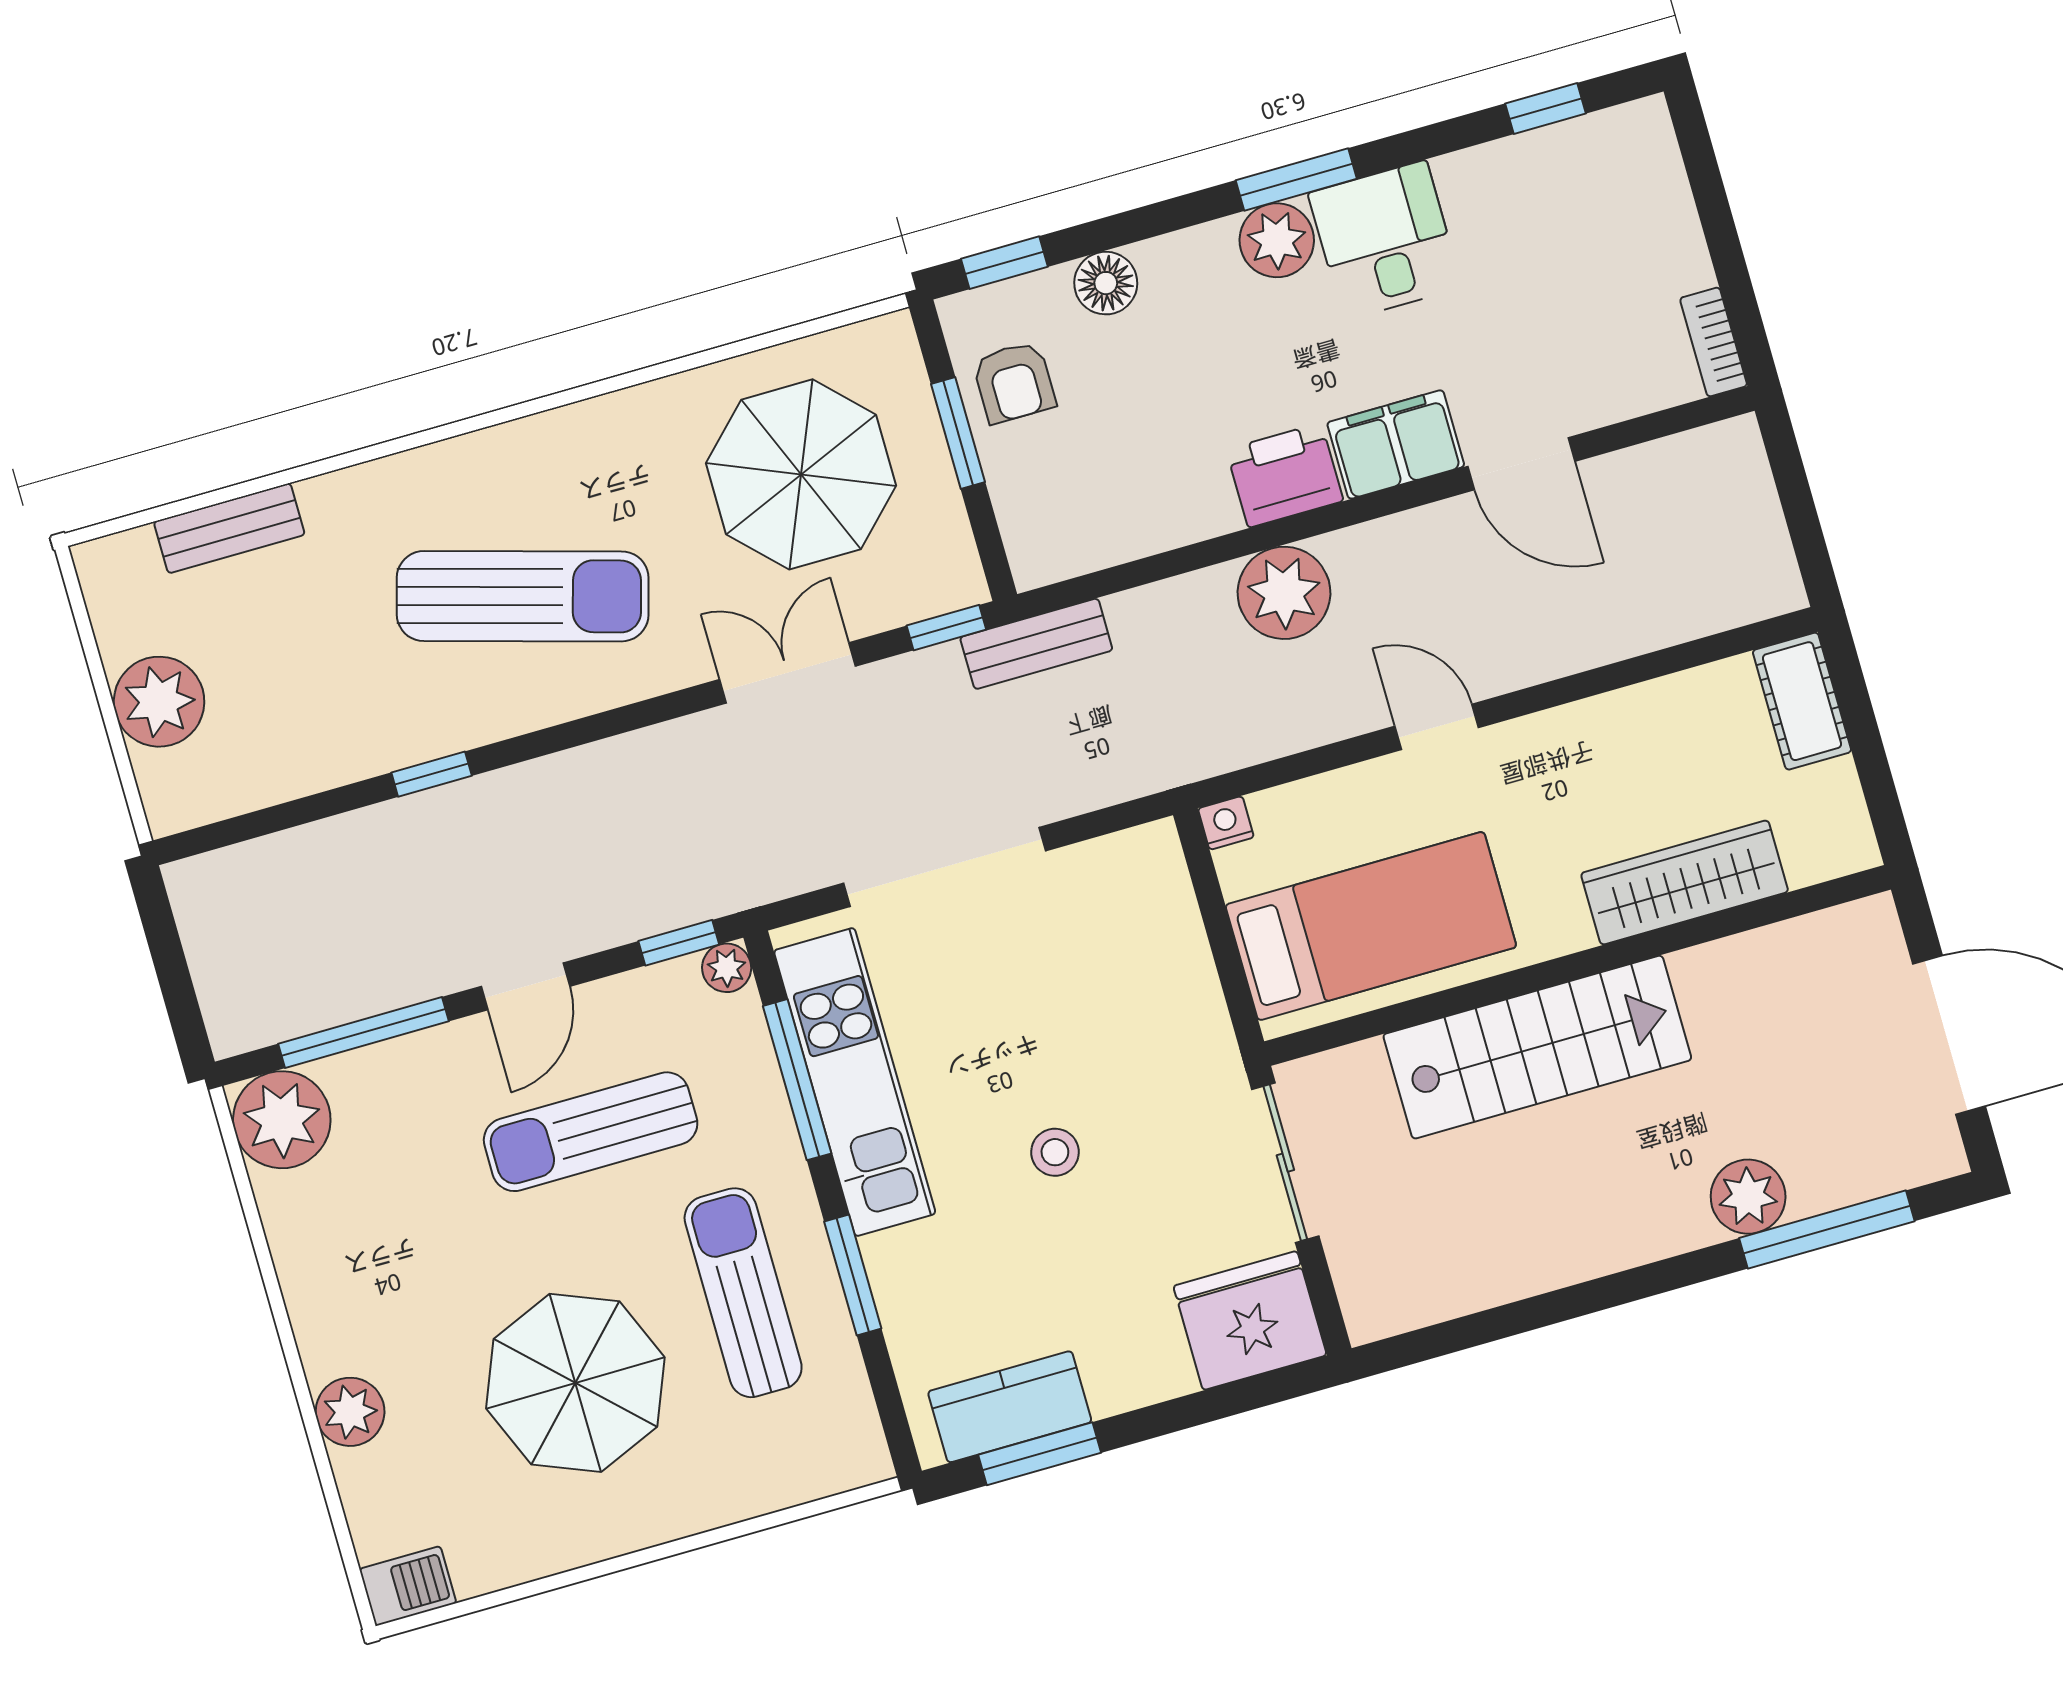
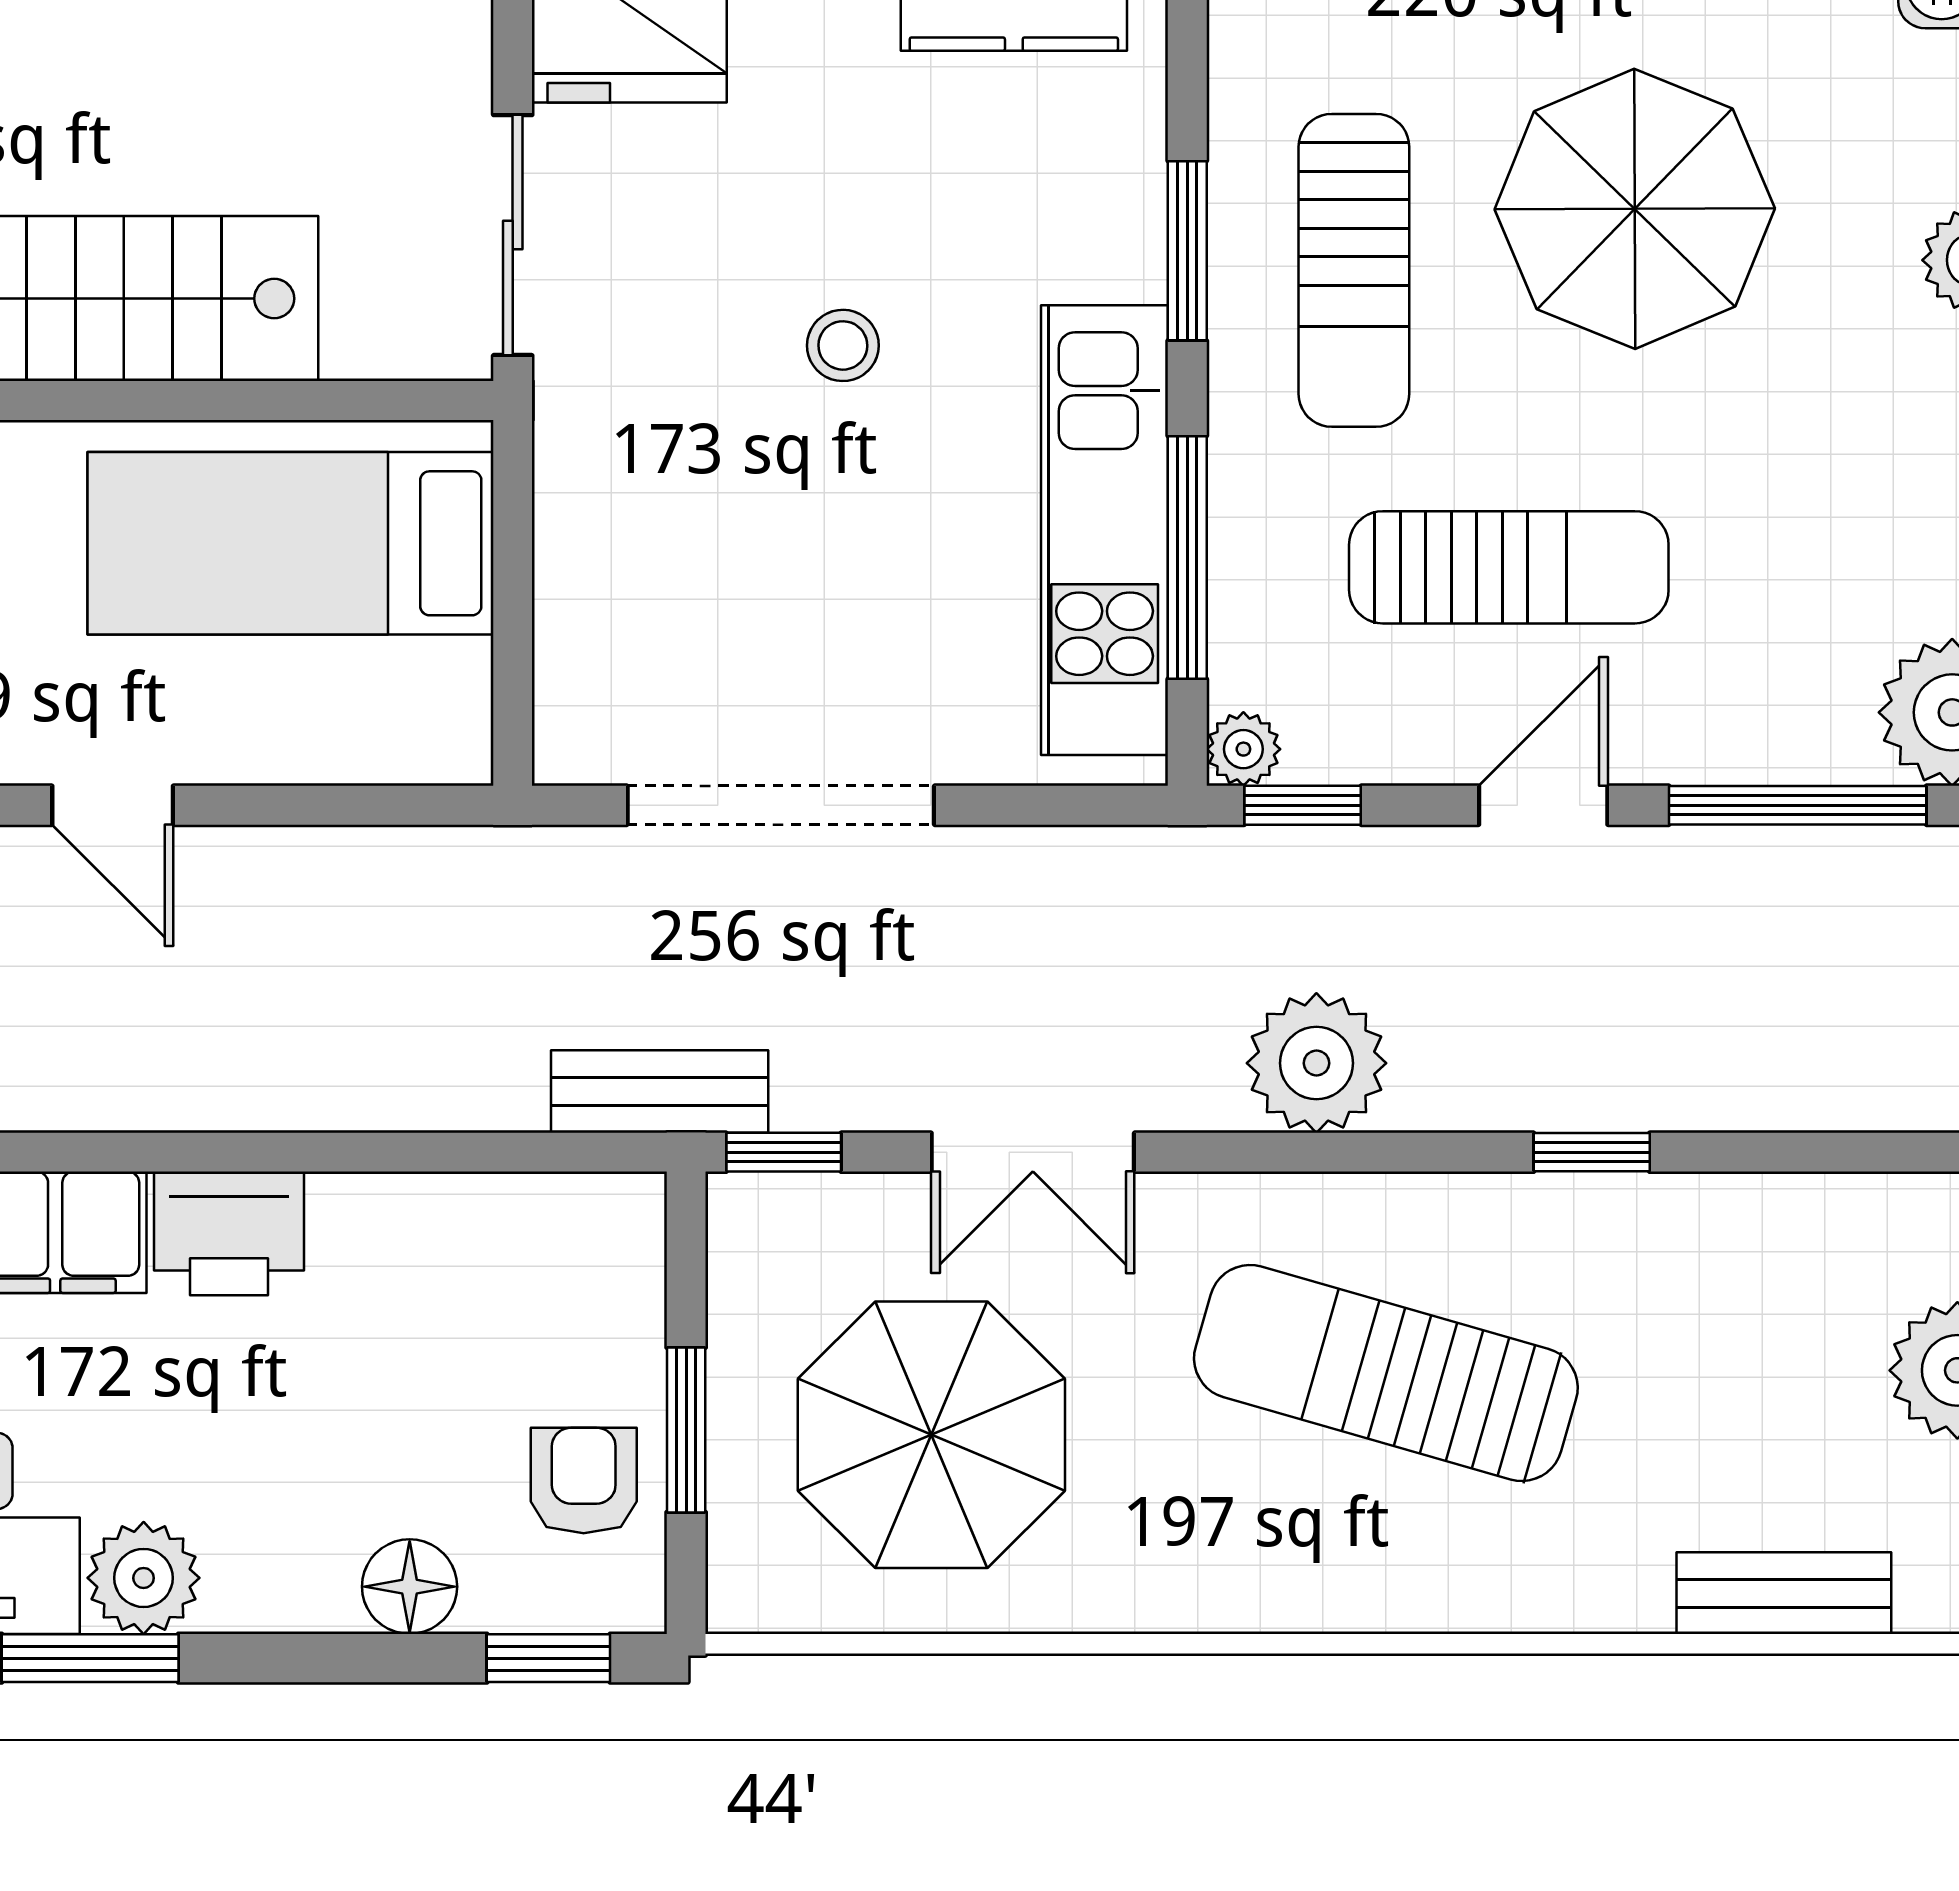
plant: (1284, 593) -> (1316, 1063), moved
nightstand: (1226, 823) -> (458, 753), removed
doorway: (944, 867) -> (781, 805), moved

